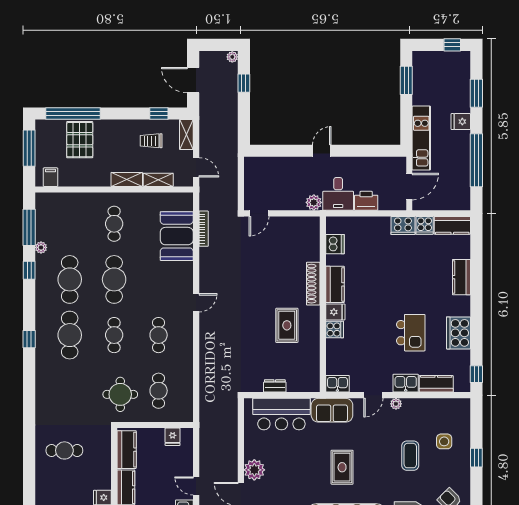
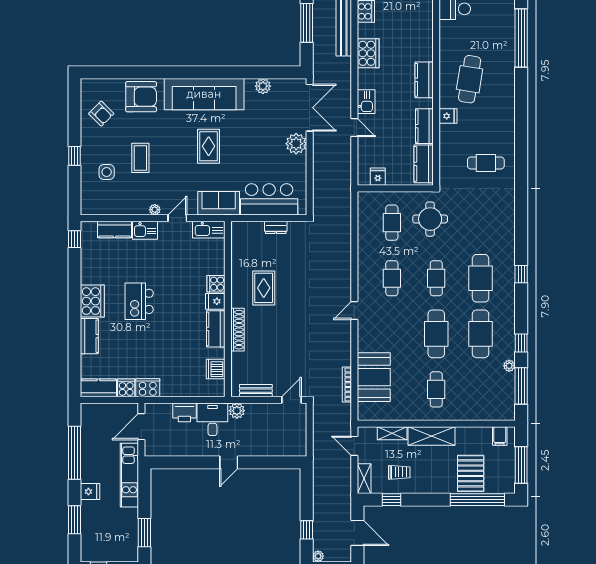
shelving: (127, 179) -> (431, 436), width x1.50, depth x1.33
bench: (295, 223) -> (256, 391), added
kitchen island: (411, 333) -> (139, 301), moved
cooker: (458, 333) -> (92, 301), moved
kitchen sink: (337, 384) -> (209, 230), width x1.38

